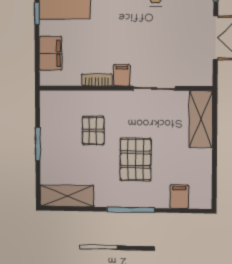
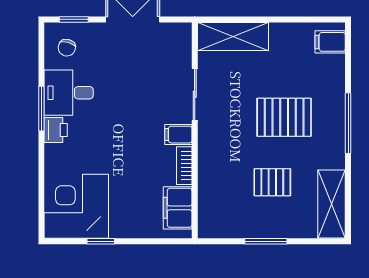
filing cabinet: (51, 53) -> (178, 208), moved, turned -90
pallet: (93, 131) -> (272, 182), moved
filing cabinet: (179, 197) -> (330, 42), moved

